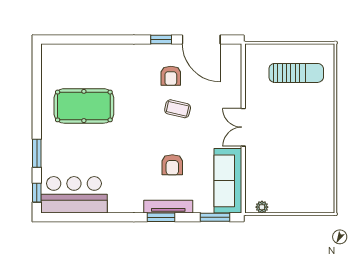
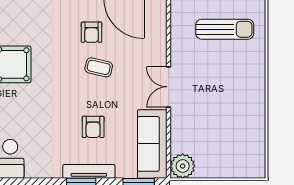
plant: (262, 207) -> (183, 166), width x1.87, depth x1.87

